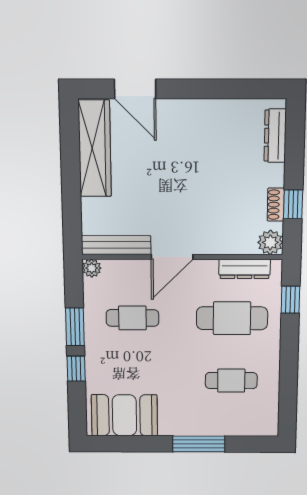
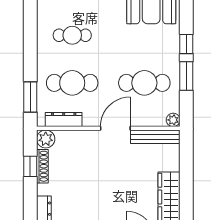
shoe rack: (276, 205) -> (42, 166), width x1.43
window: (290, 300) -> (30, 97), width x1.50
cafe table: (132, 318) -> (144, 83), width x1.37, depth x1.35

